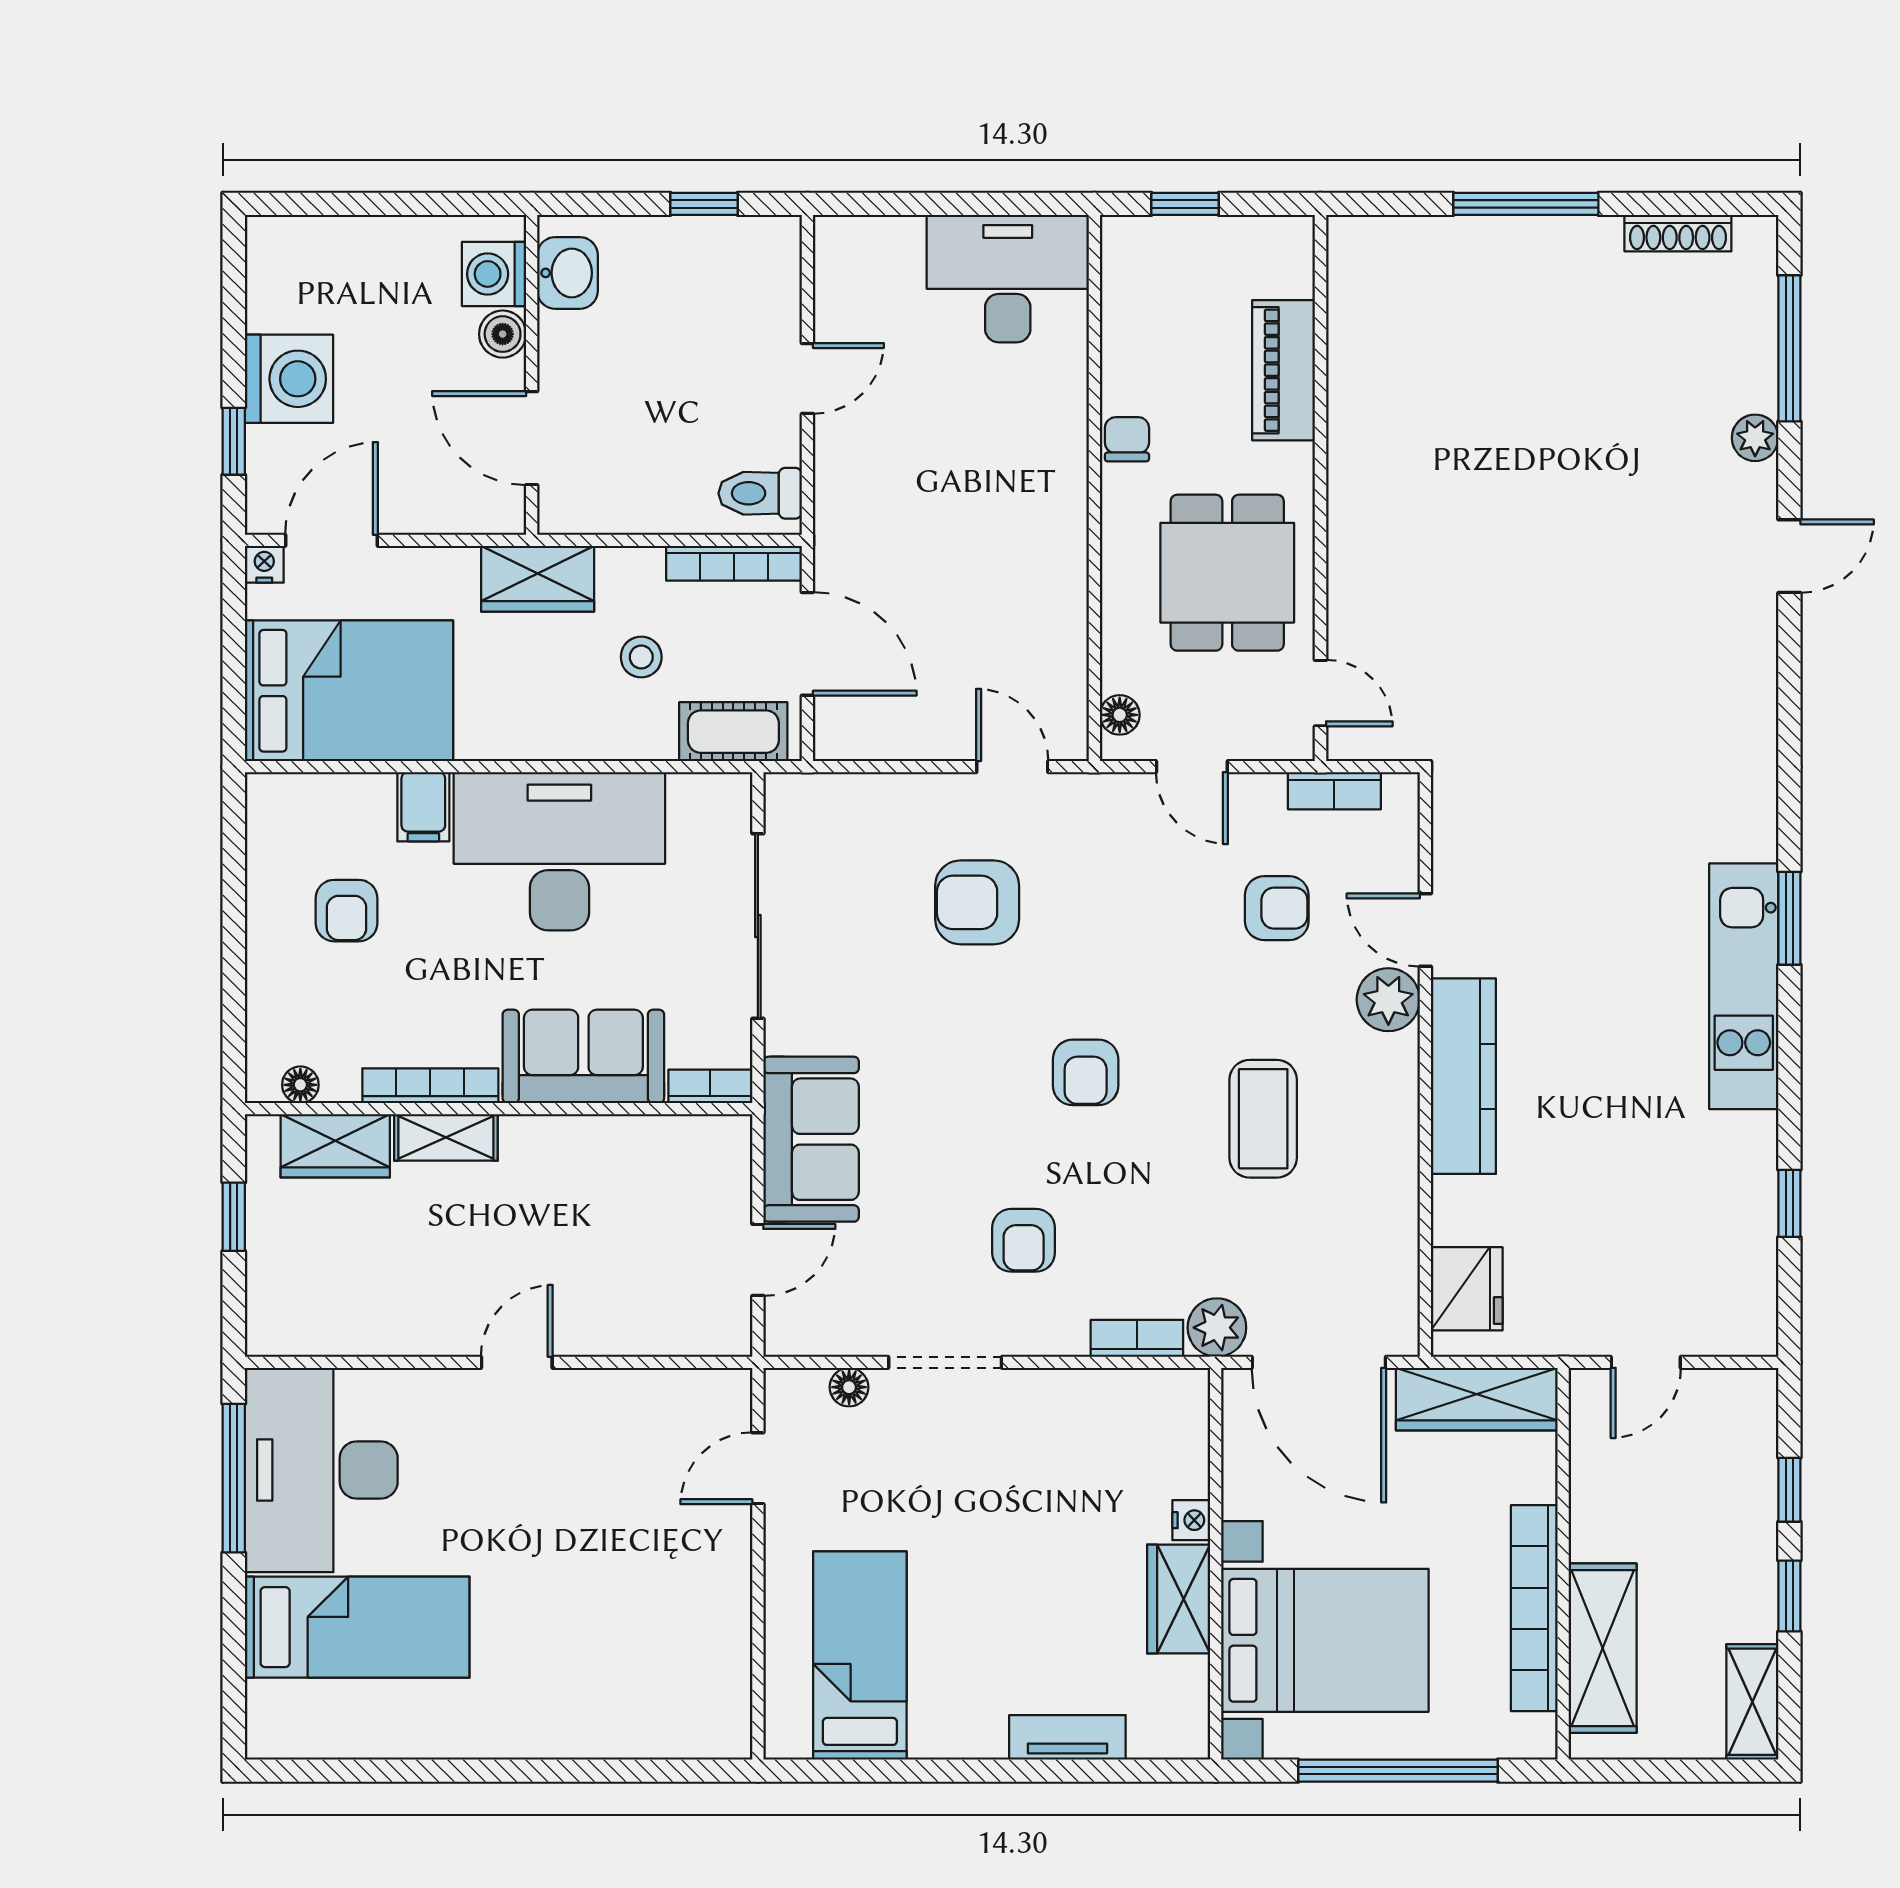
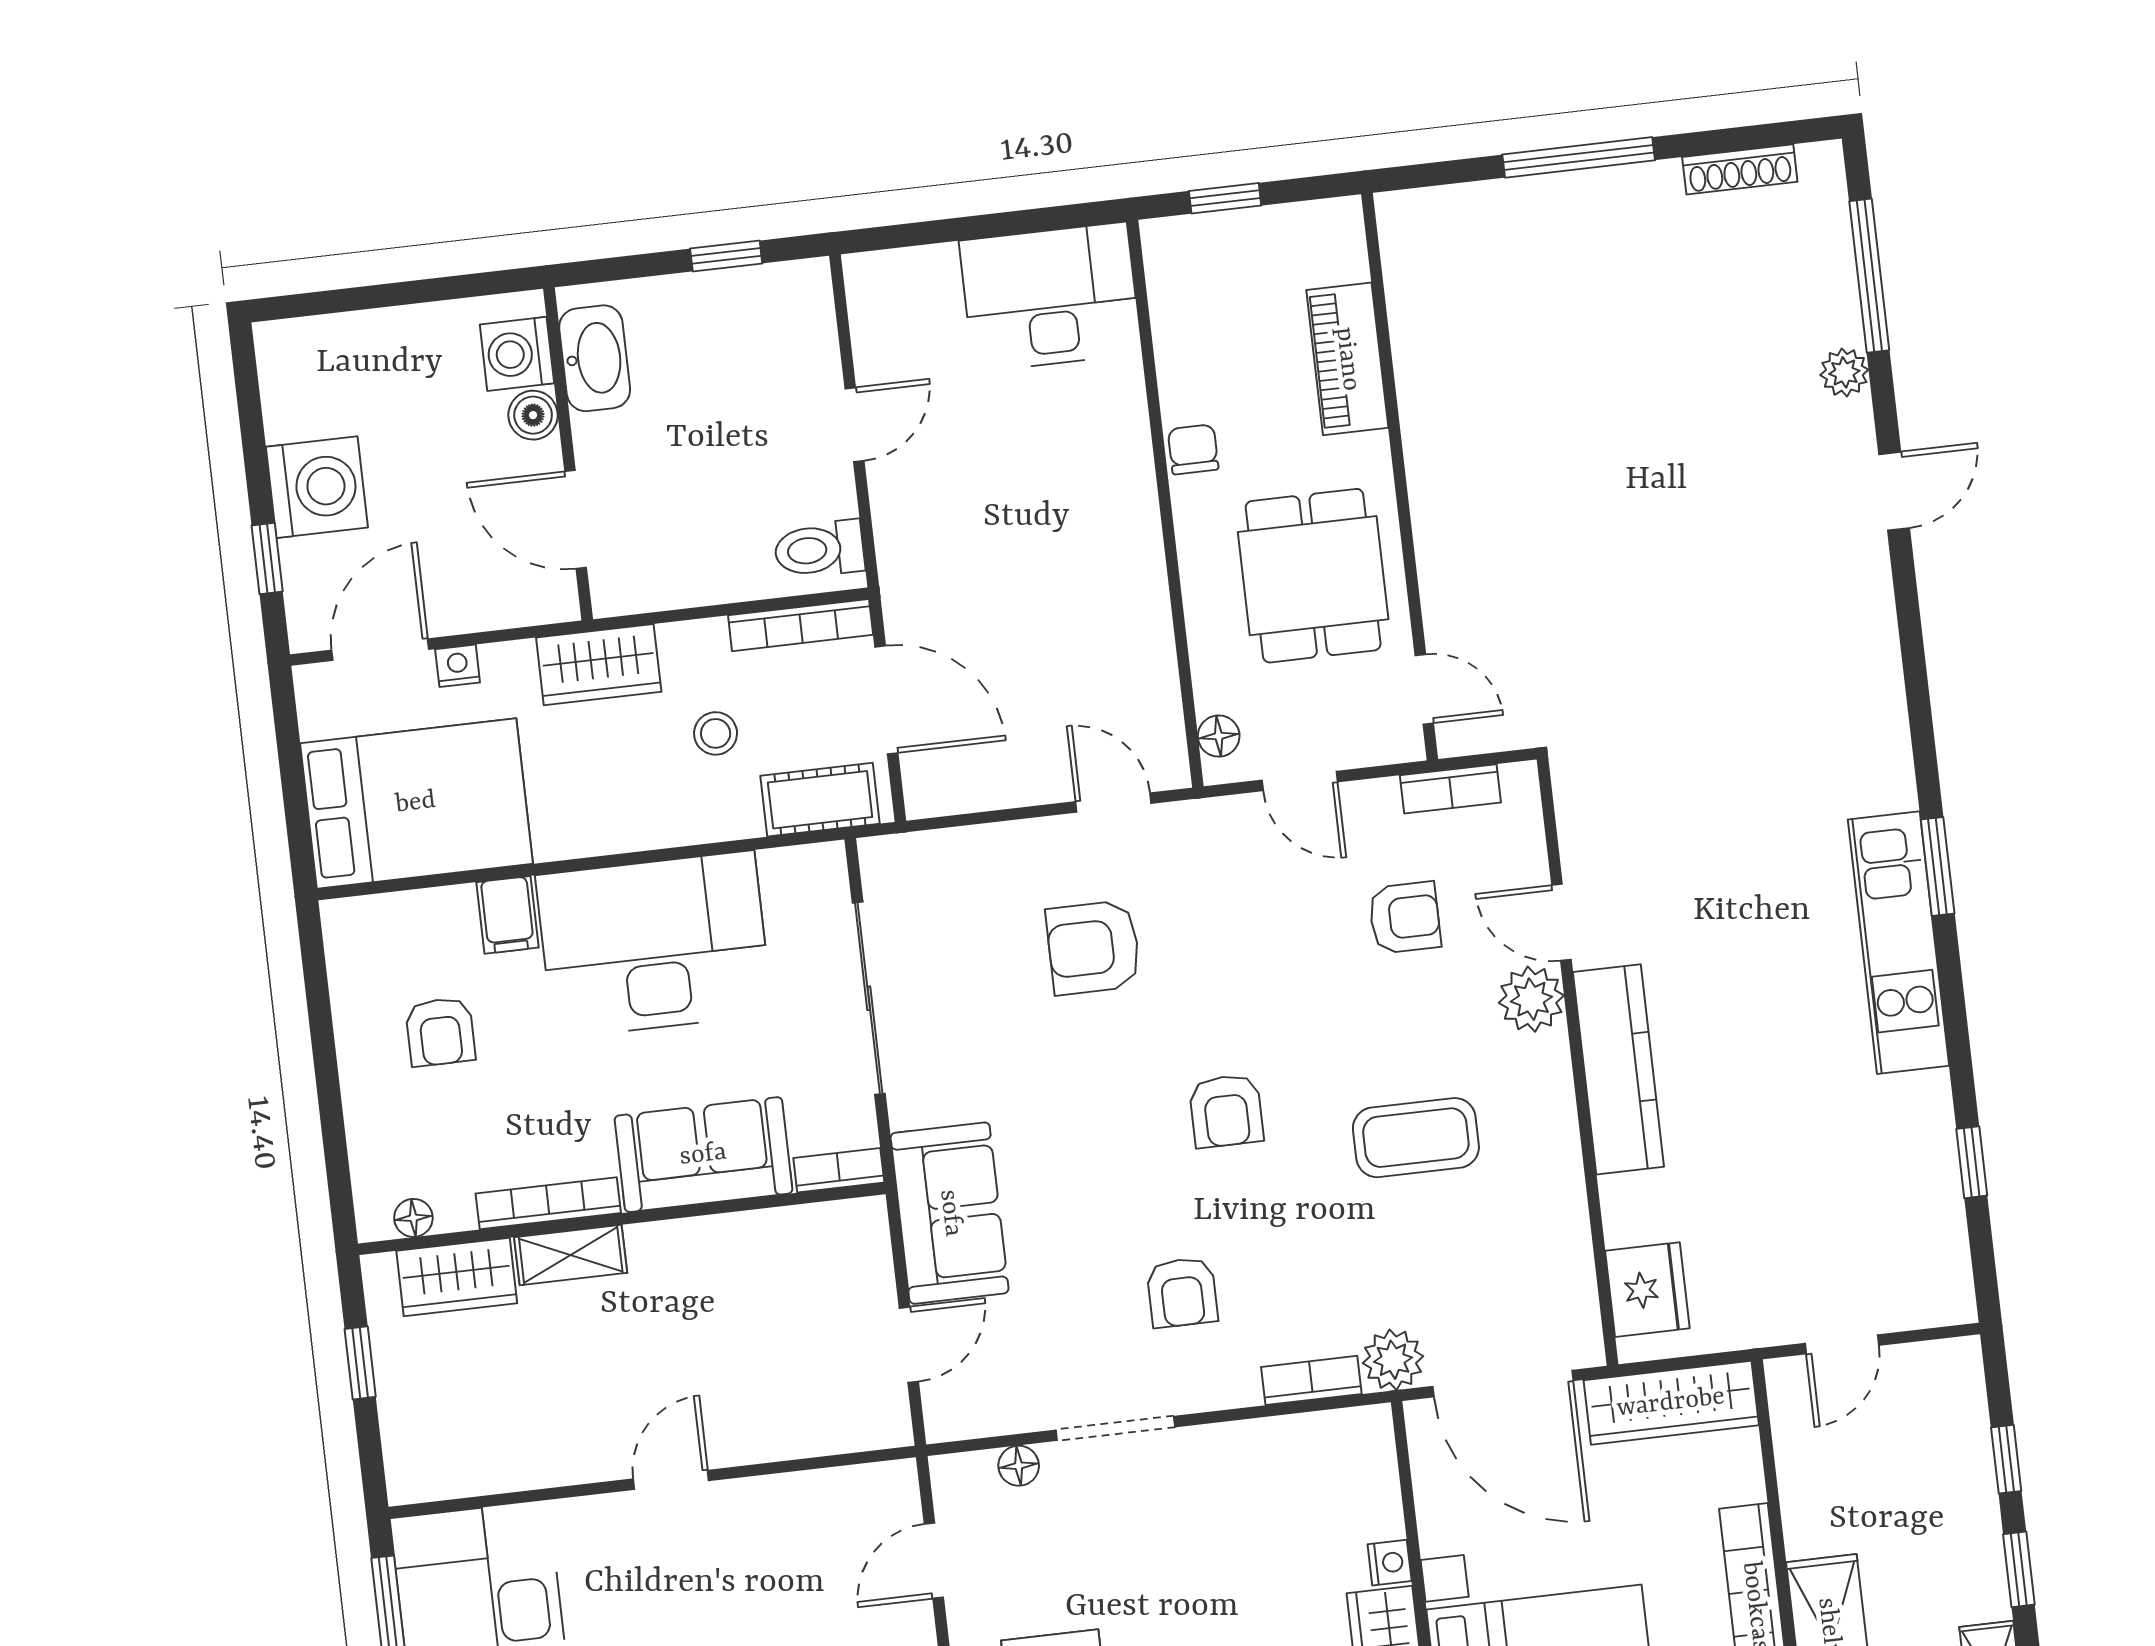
washbasin: (567, 273) -> (595, 358), width x1.38
nightstand: (264, 564) -> (458, 666), moved
coffee table: (1263, 1119) -> (1416, 1138), turned 90

